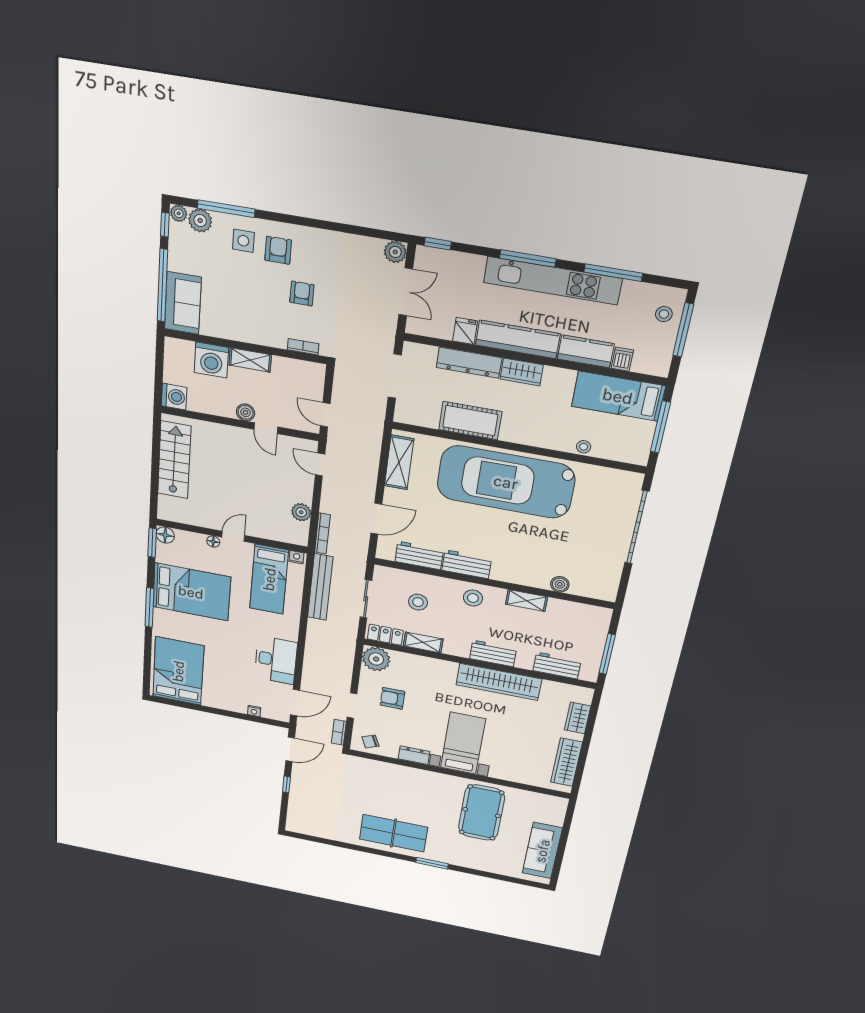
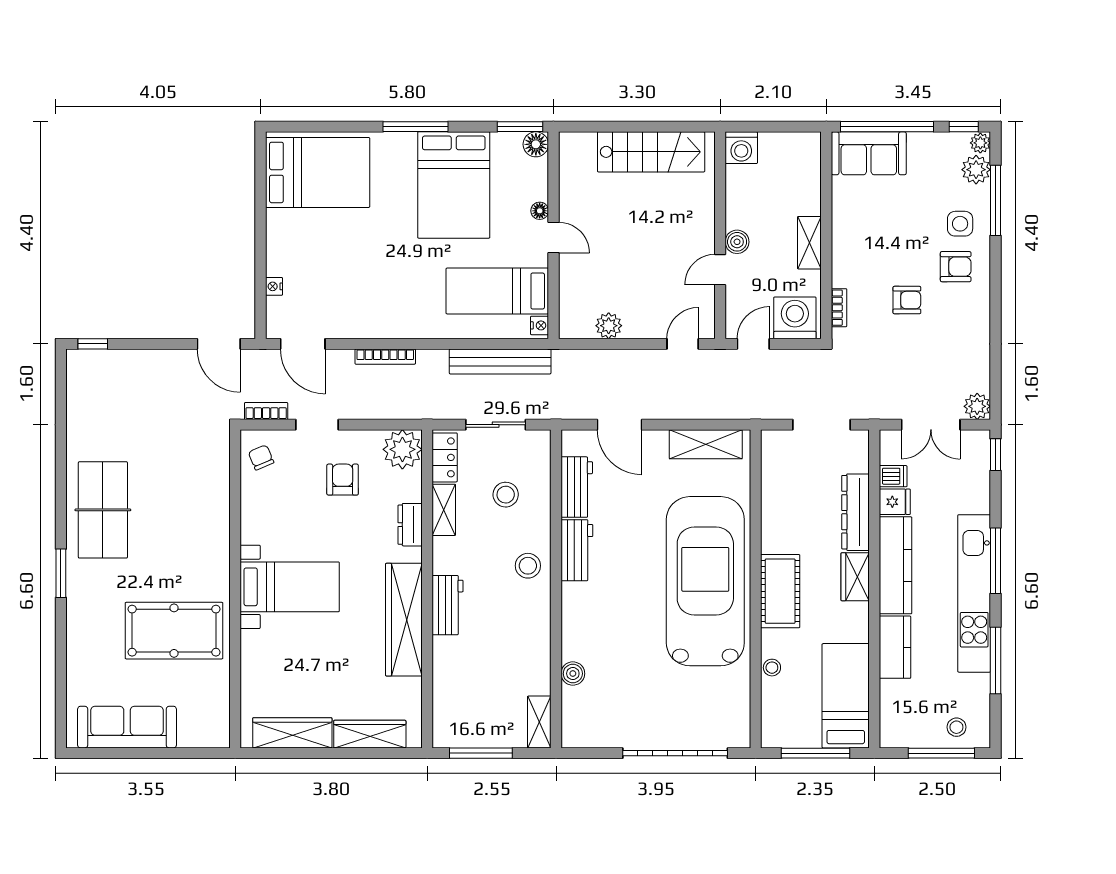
dishwasher: (622, 359) -> (893, 476), moved
washing machine: (211, 360) -> (795, 318), moved, turned 90
cot: (470, 421) -> (780, 591), moved
bookcase: (322, 533) -> (385, 357), moved
shelving: (527, 601) -> (539, 722), moved
desk: (276, 660) -> (368, 311), removed
workbench: (557, 666) -> (448, 692), removed
wardrobe: (578, 718) -> (370, 734), width x1.50
dresser: (414, 755) -> (410, 525), moved, turned 180
window: (286, 784) -> (93, 344), moved

